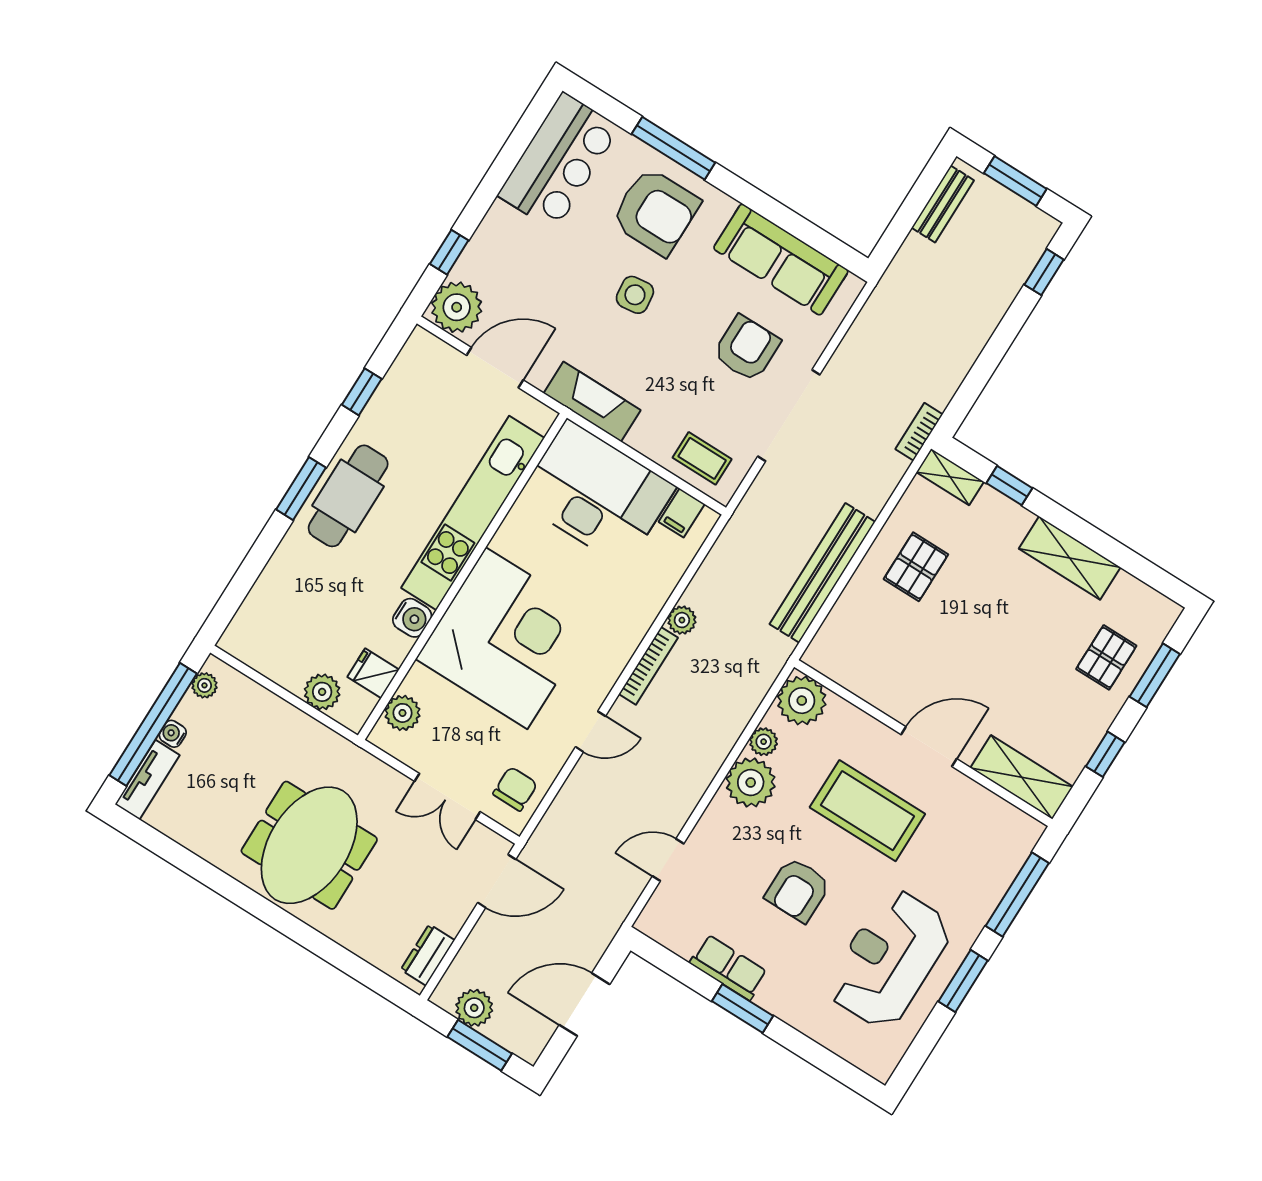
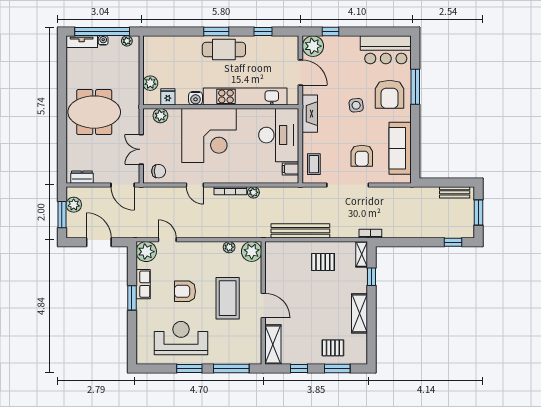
armchair: (747, 348) -> (362, 156), turned 90
plant: (751, 783) -> (146, 252), moved

